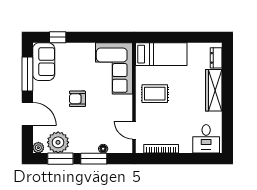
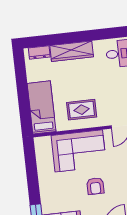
corner sofa: (114, 68) -> (79, 151), moved
rug: (155, 94) -> (82, 110), turned 90

